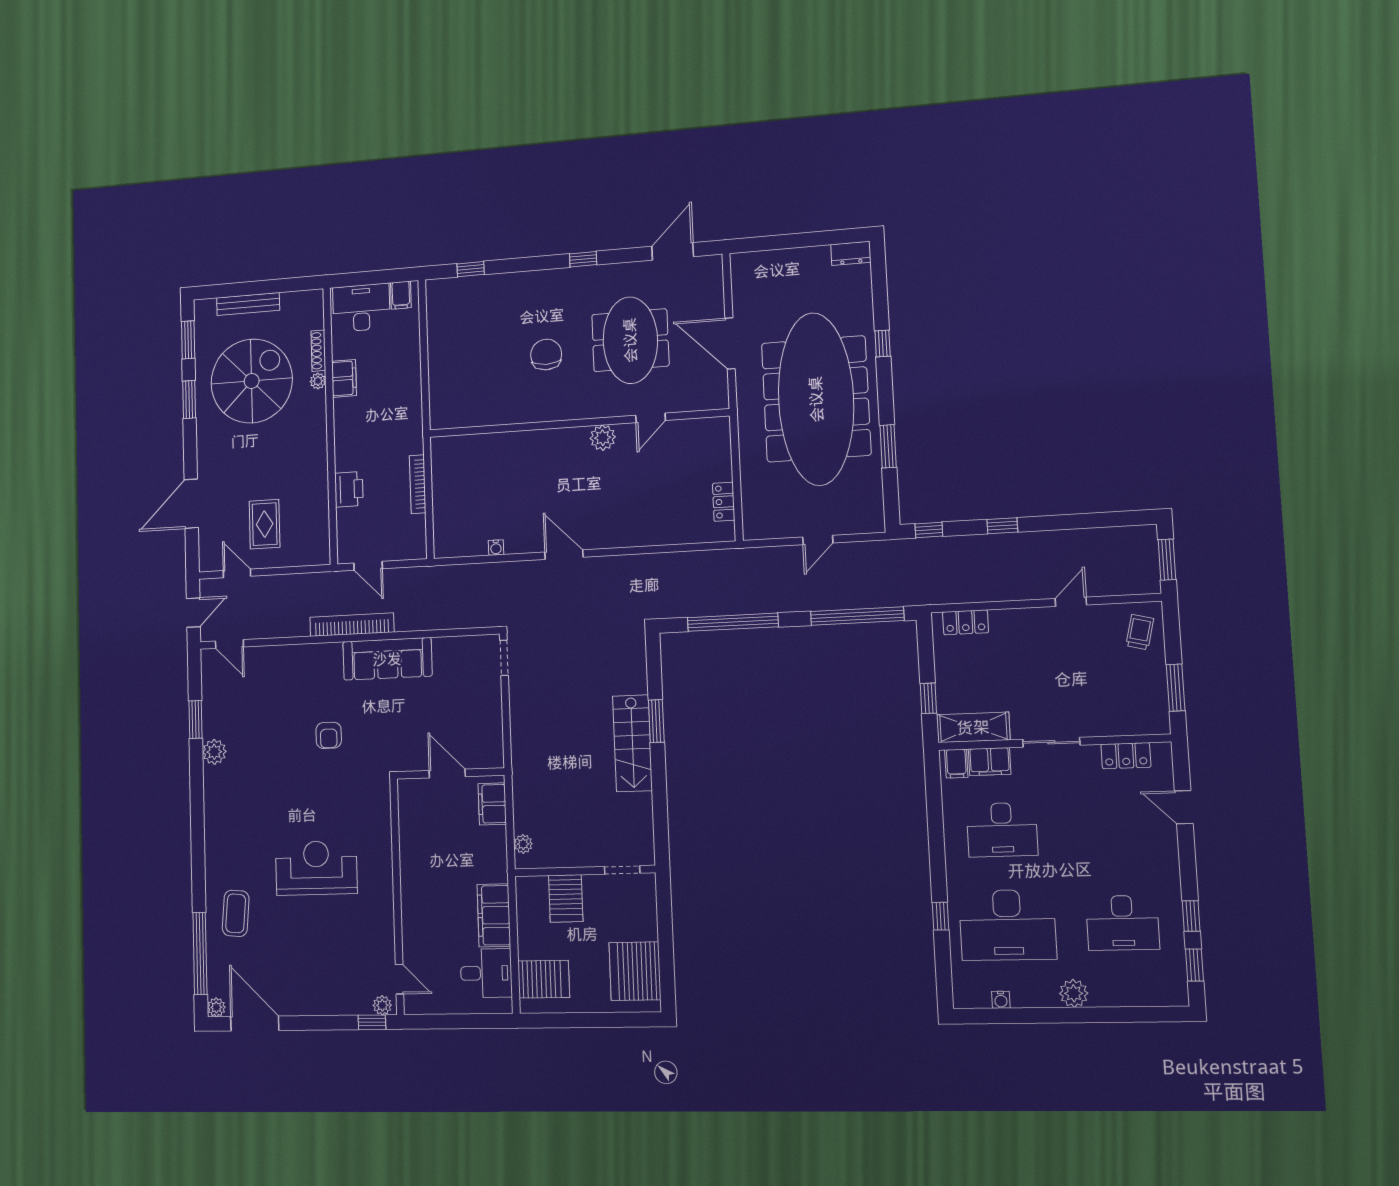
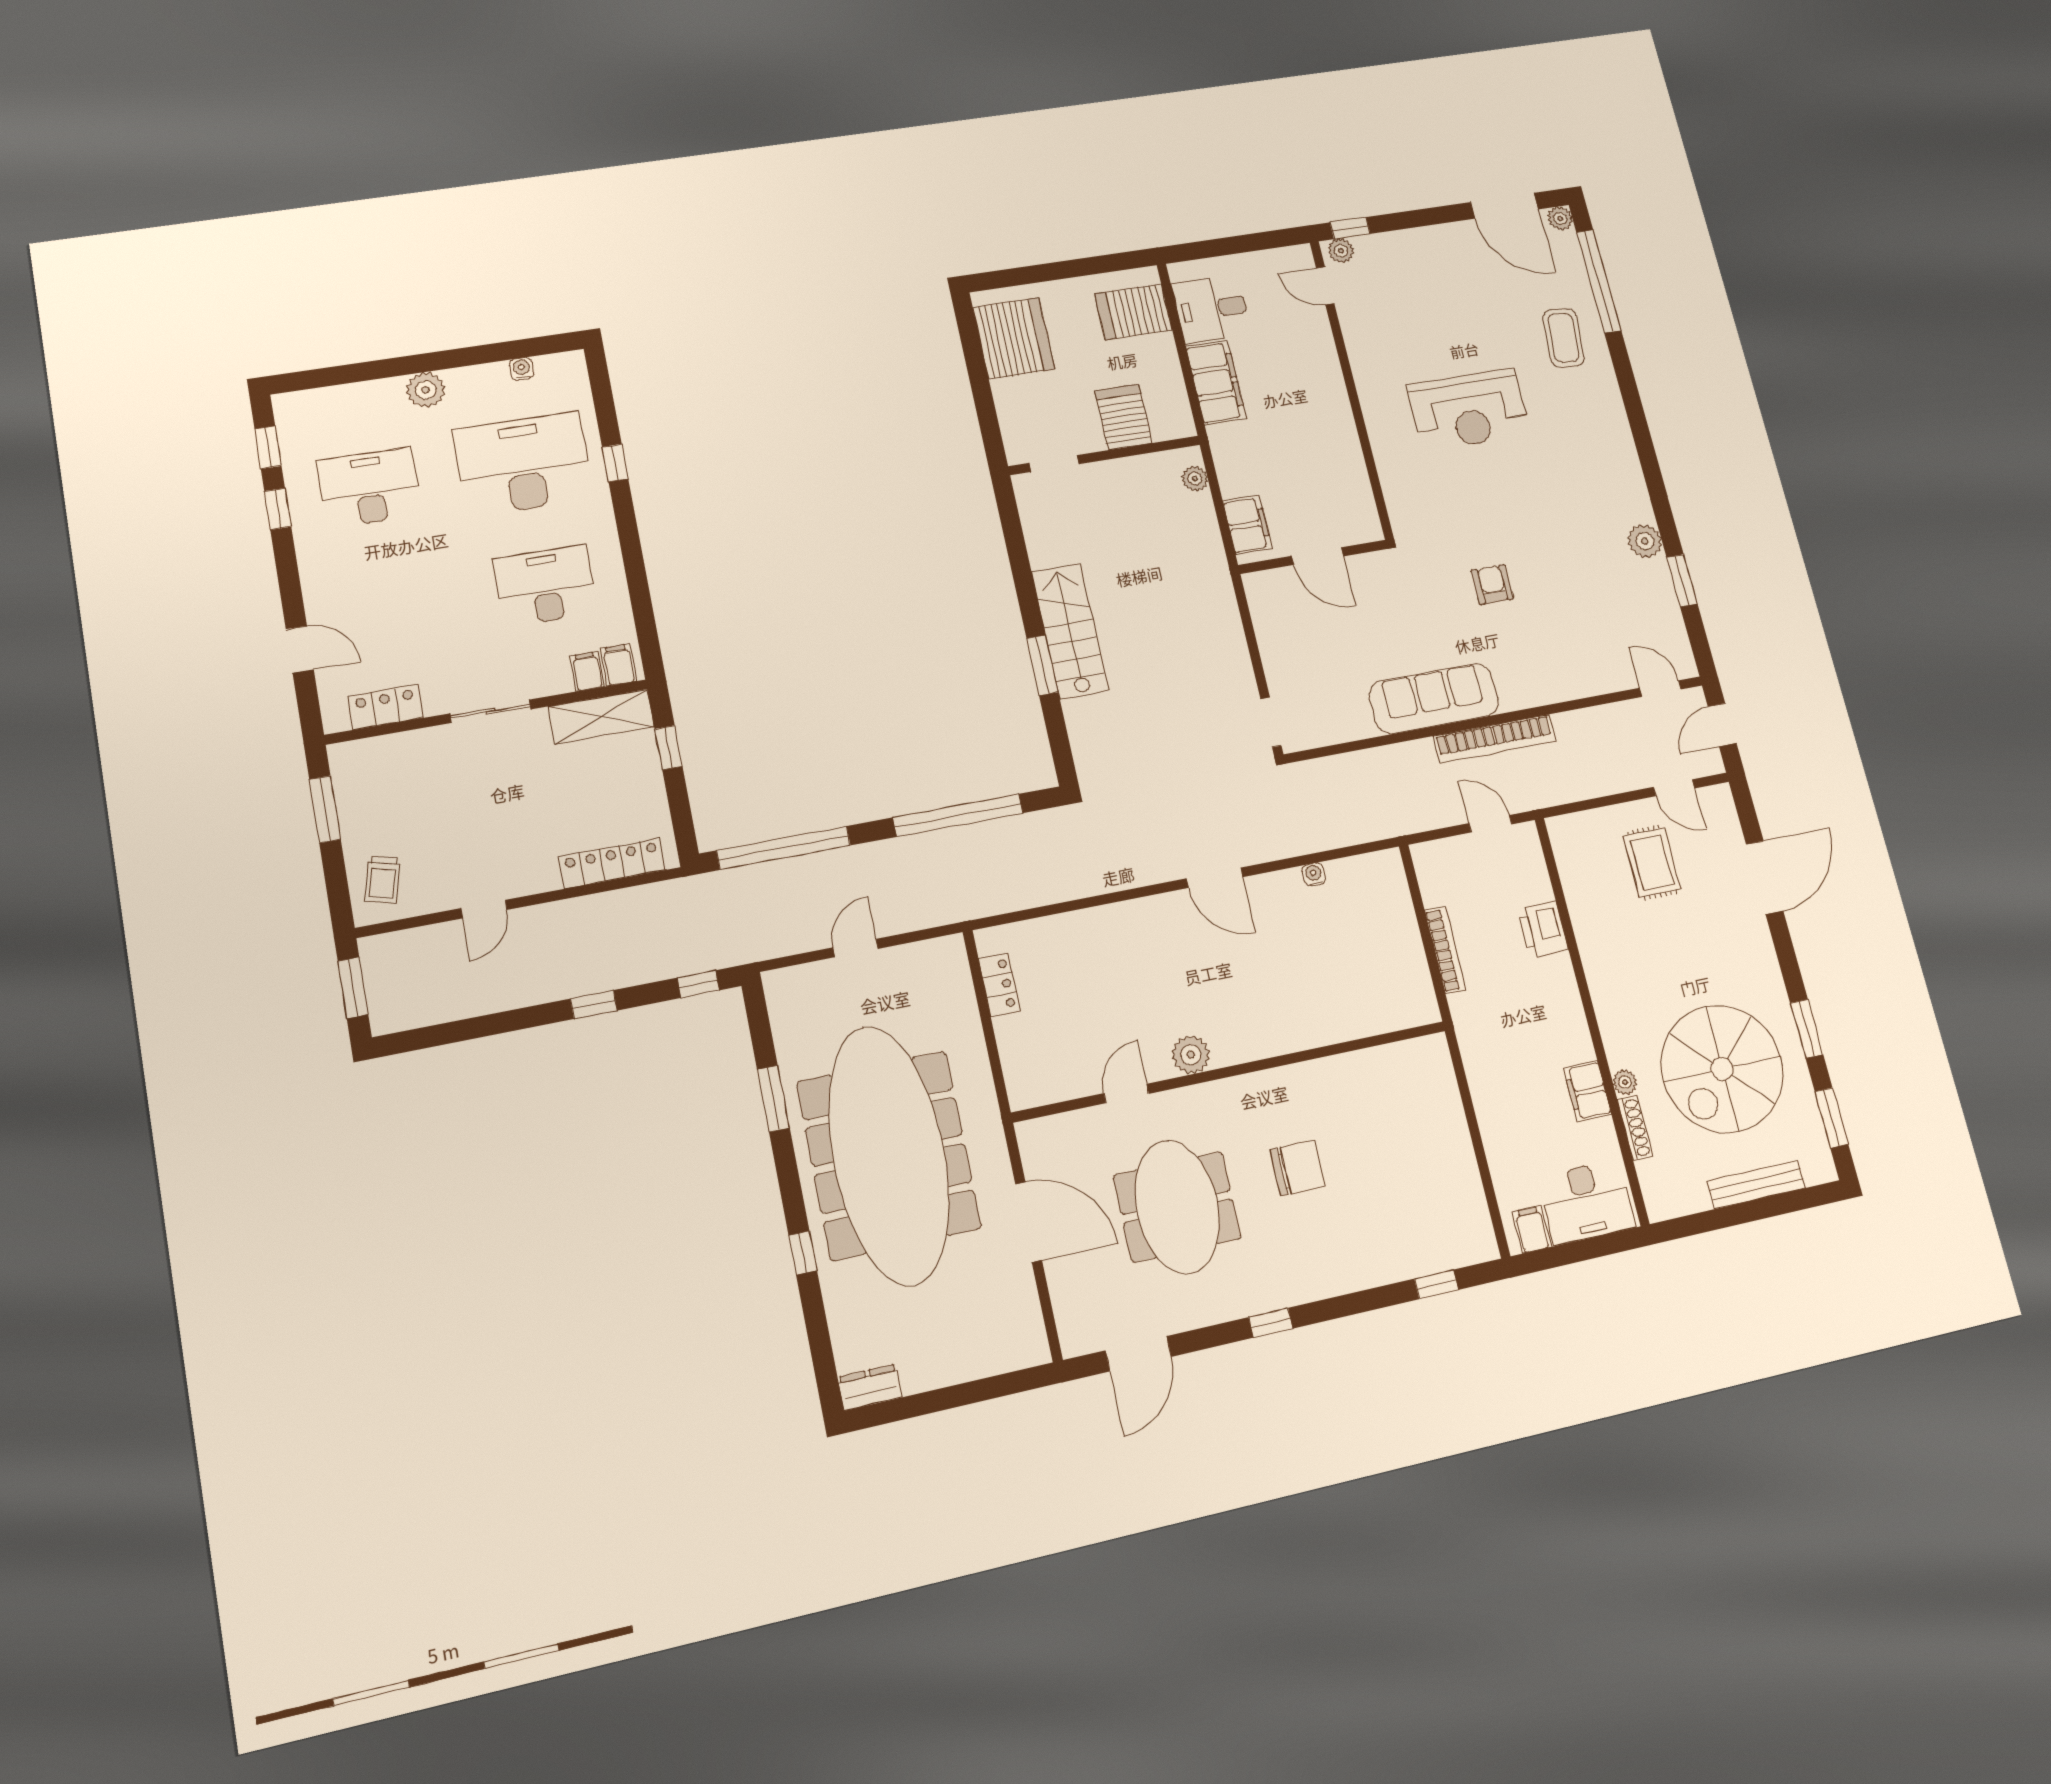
chair: (546, 355) -> (1297, 1168), turned -90
locker: (965, 622) -> (612, 863), width x1.53
filing cabinet: (990, 762) -> (587, 671), width x0.50

